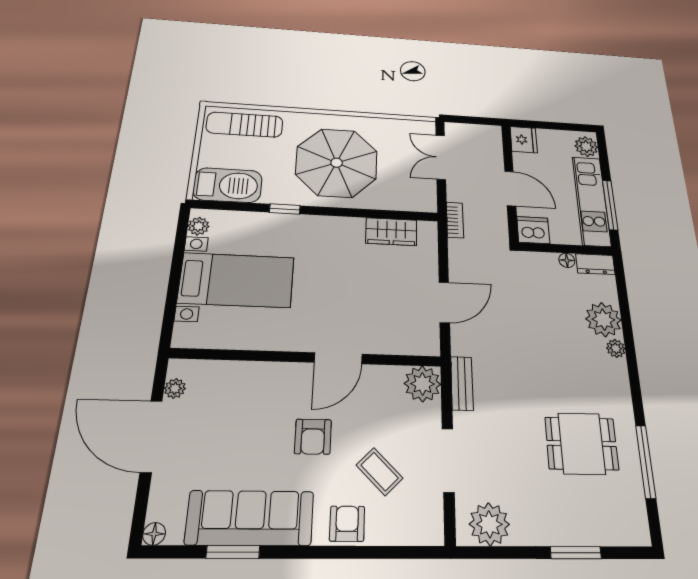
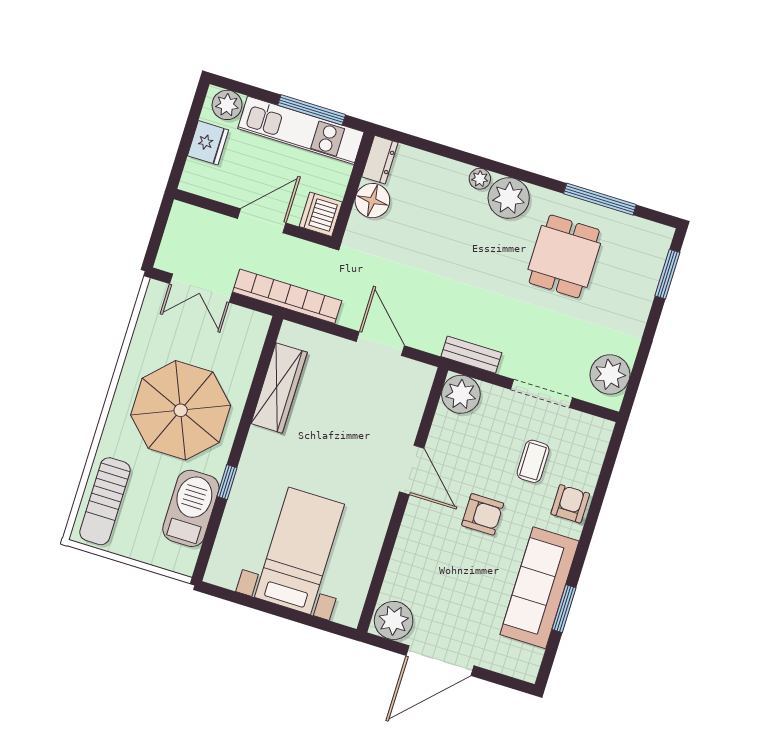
fridge: (524, 140) -> (208, 143), moved, turned 90
barbecue: (228, 185) -> (191, 508), moved
bookcase: (455, 220) -> (287, 296), width x2.31, depth x1.31
plant: (198, 226) -> (226, 577), removed
wardrobe: (391, 232) -> (279, 388), width x1.50
floor lamp: (567, 260) -> (372, 201), width x1.89, depth x1.89
plant: (603, 320) -> (509, 198), moved
plant: (175, 388) -> (394, 620), width x1.87, depth x1.87
coffee table: (380, 472) -> (533, 461), turned -45
armchair: (347, 524) -> (570, 504), turned 90
floor lamp: (154, 534) -> (528, 672), removed
window: (576, 553) -> (667, 274), moved

